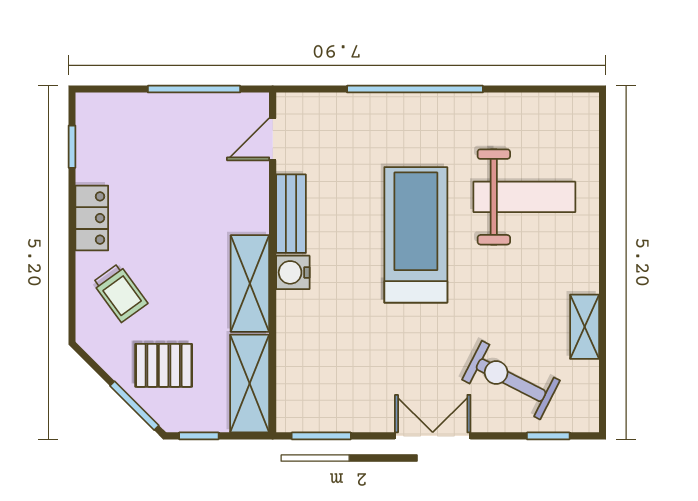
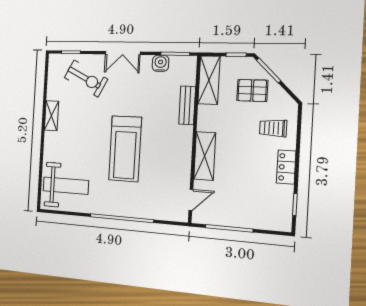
weight bench: (524, 197) -> (66, 186), moved, turned 180
bench: (291, 214) -> (187, 105), moved
water cooler: (293, 272) -> (161, 63), moved, turned -90
shelving: (250, 284) -> (205, 156), moved
trolley: (120, 293) -> (273, 128), turned -54
shelving: (585, 327) -> (51, 116), moved

